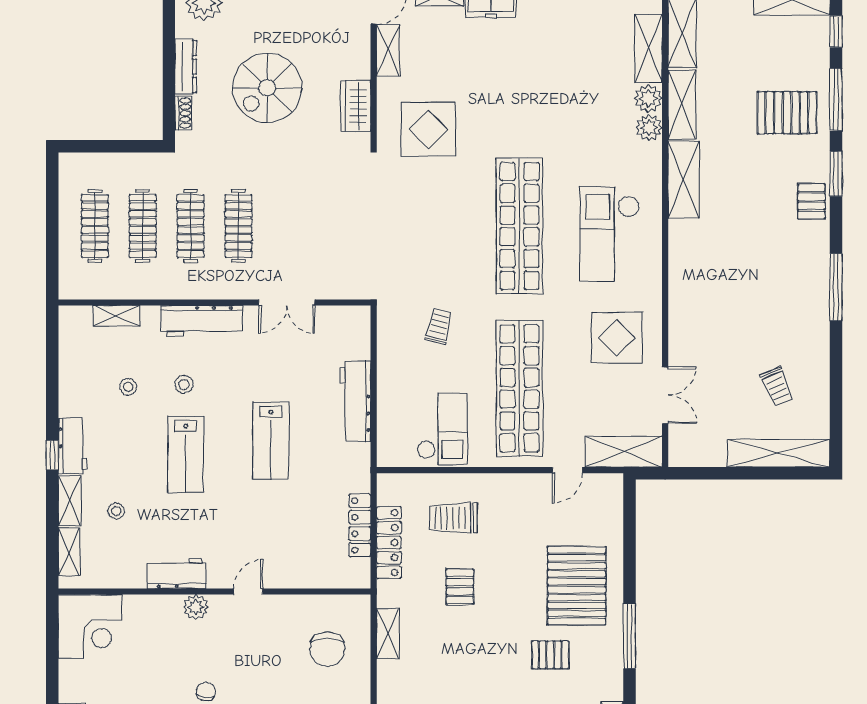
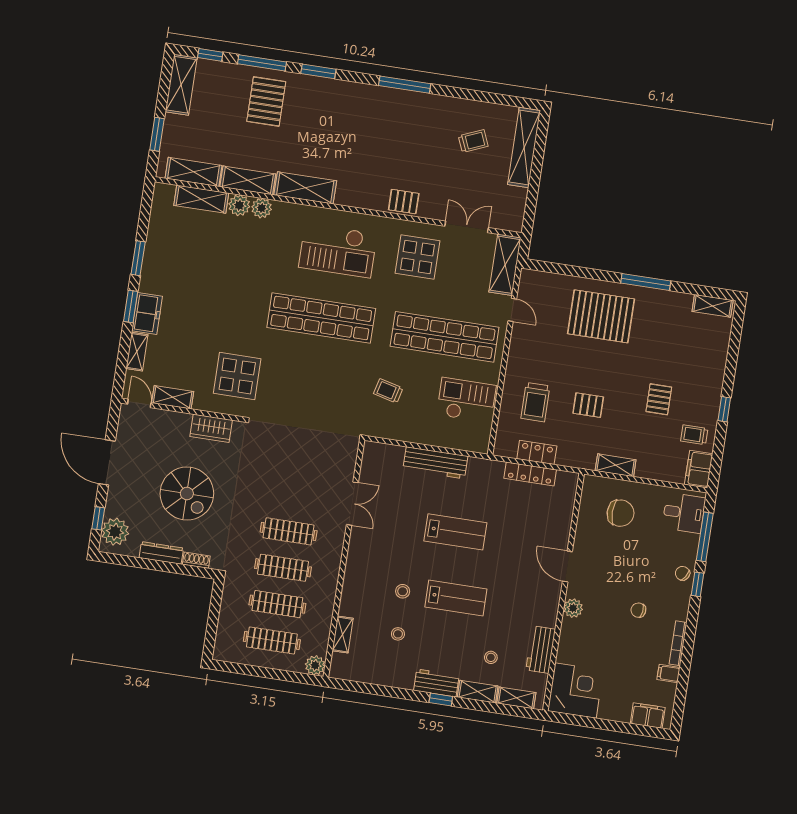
pallet: (811, 201) -> (404, 202), moved
plant: (71, 287) -> (315, 665), added
workbench: (202, 321) -> (356, 570), removed
locker: (389, 543) -> (537, 452), width x0.66
workbench: (177, 574) -> (541, 650), moved
door: (248, 592) -> (567, 566), width x1.38
pallet: (550, 655) -> (659, 399), moved

